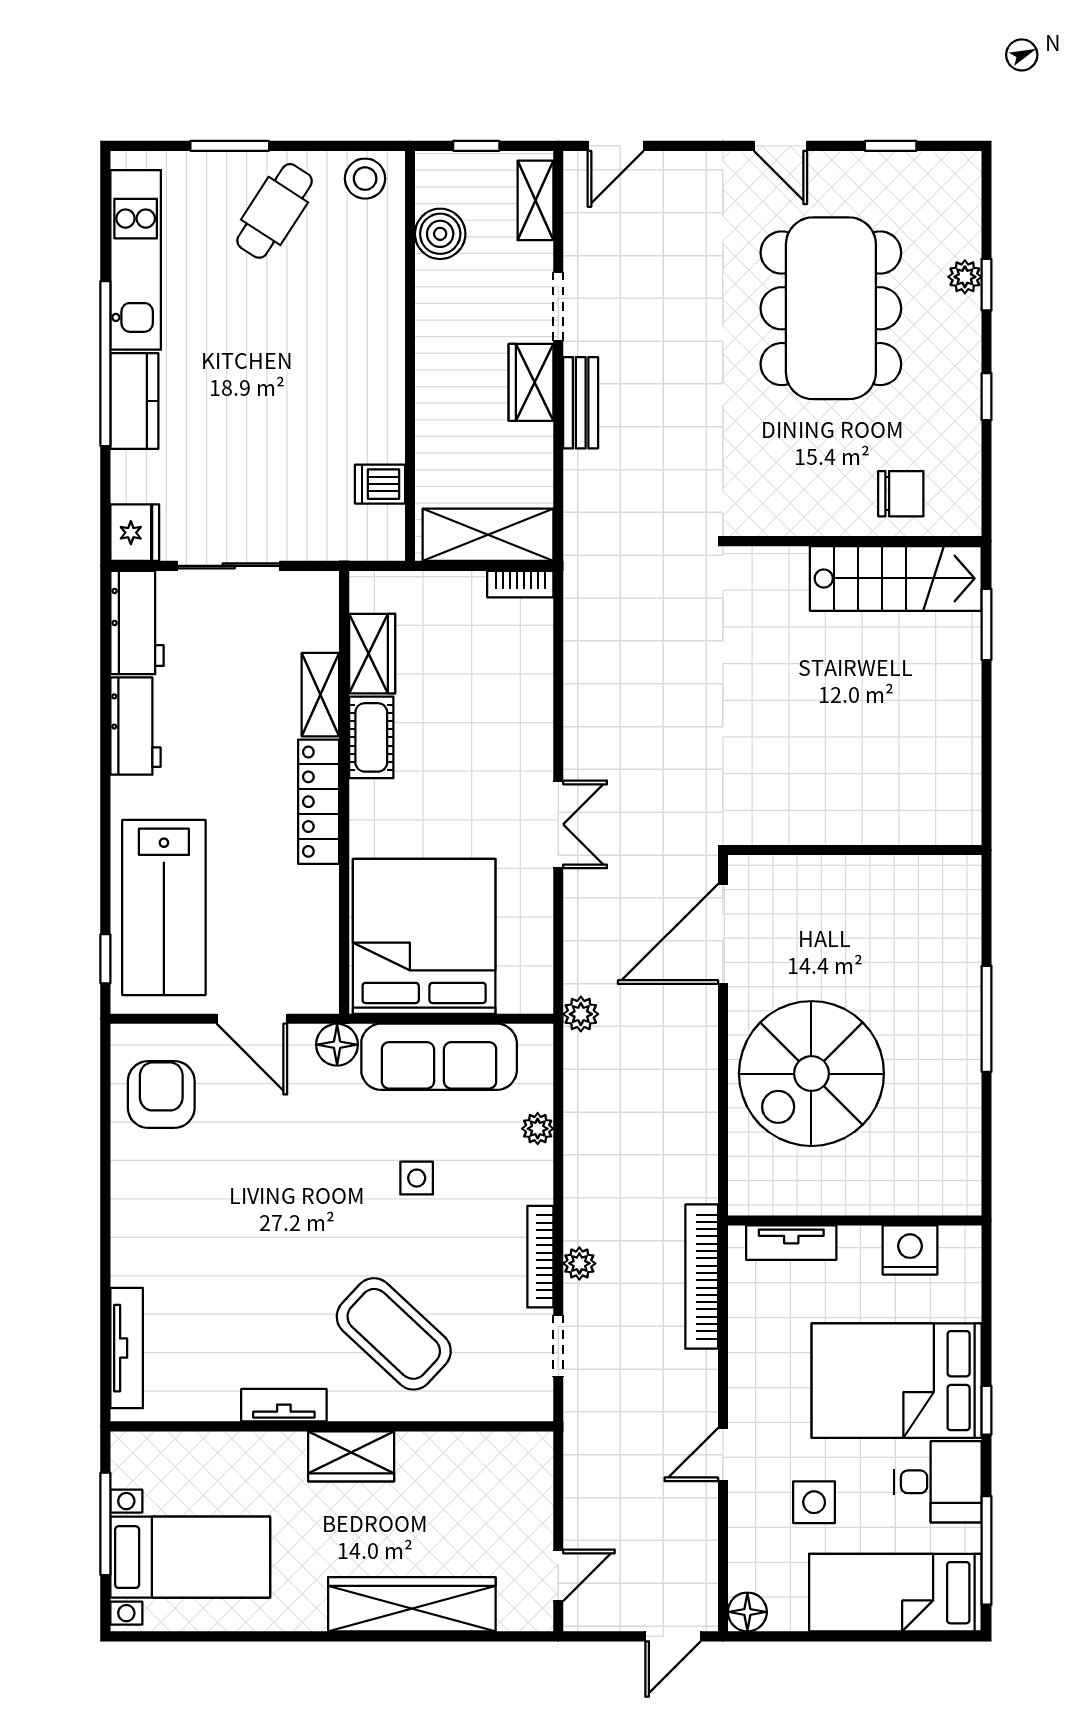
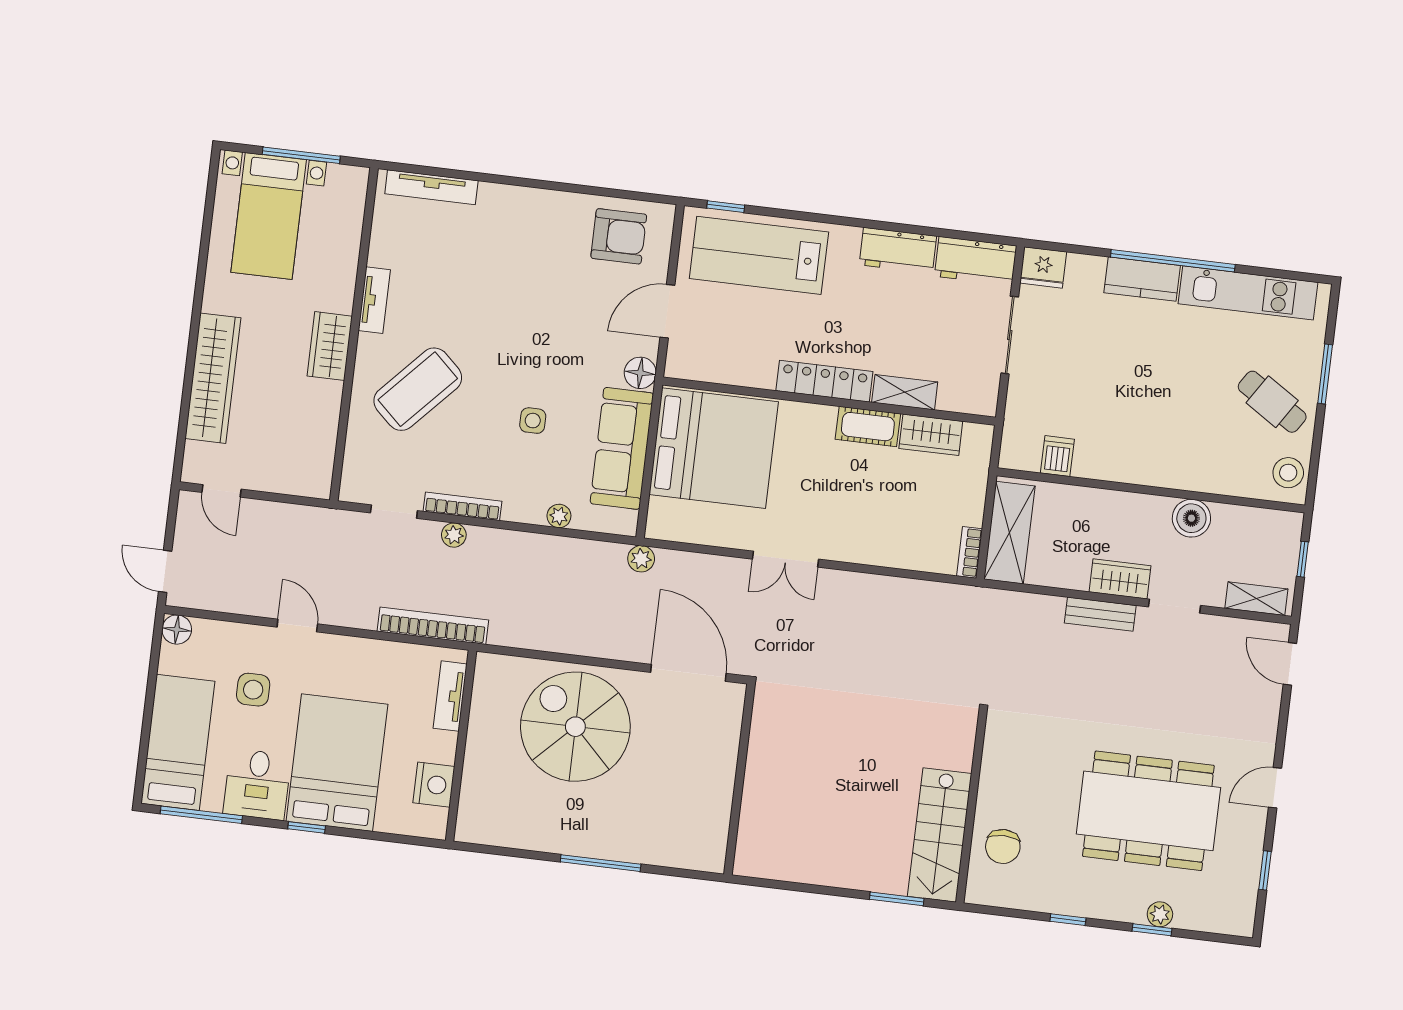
boiler: (440, 234) -> (1191, 518), moved

